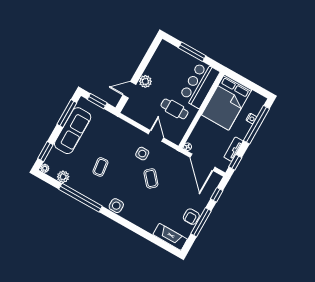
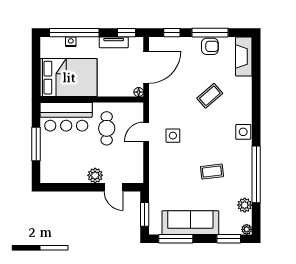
coffee table: (151, 178) -> (210, 96), moved

